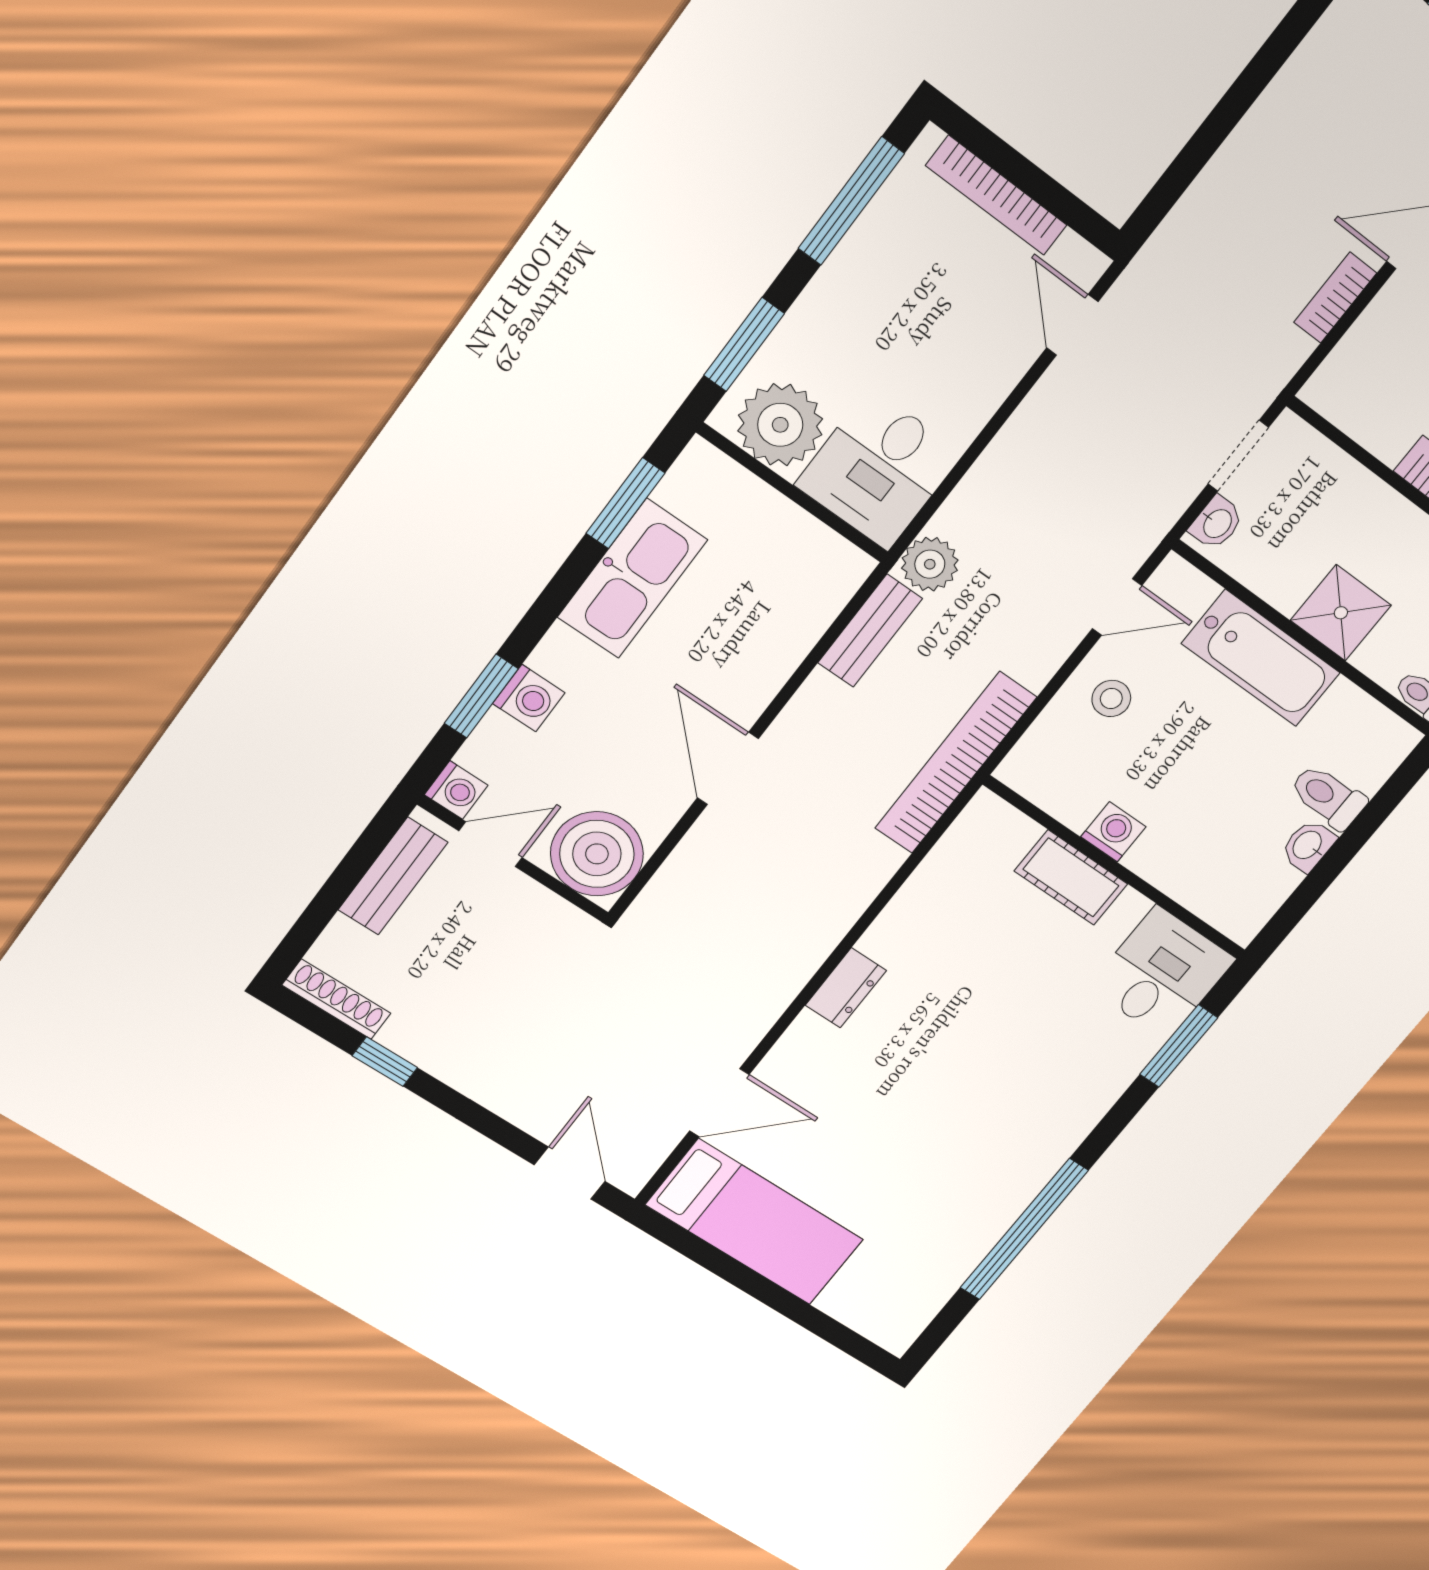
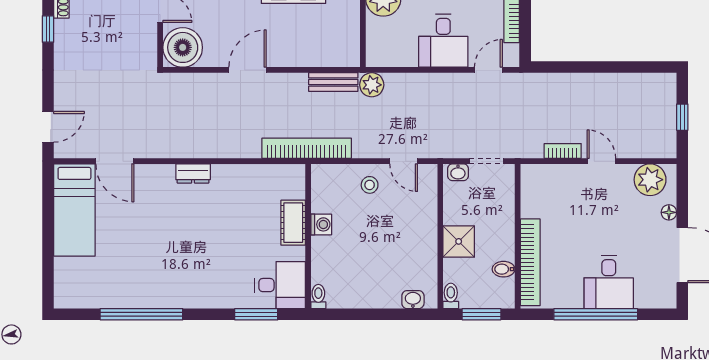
desk: (879, 469) -> (443, 41), moved, turned -90
bathtub: (1261, 658) -> (422, 226), removed
toilet: (1328, 797) -> (318, 296), moved, width x0.73, depth x0.72
washbasin: (1308, 846) -> (413, 300), moved

